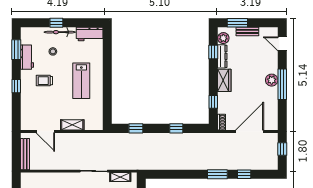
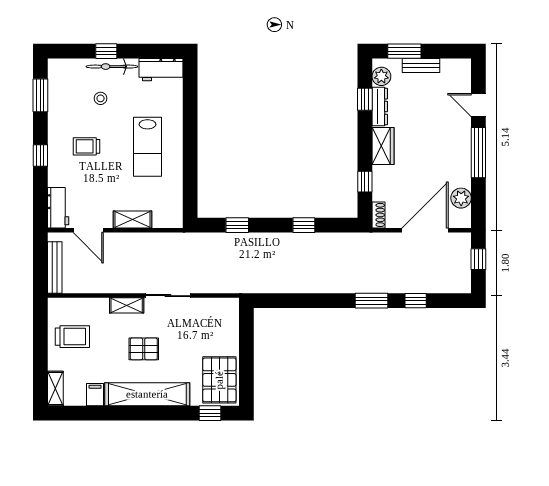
door: (282, 44) -> (478, 105), moved
workbench: (27, 57) -> (58, 208), moved
plant: (272, 80) -> (461, 198), moved
shelving: (120, 177) -> (127, 305), moved

